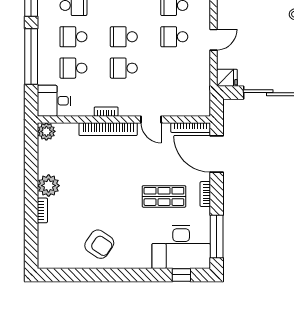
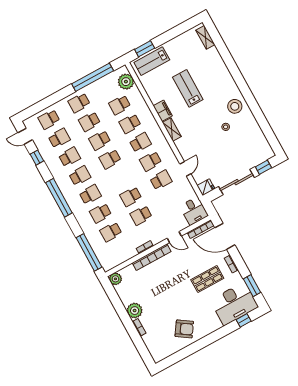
school desk: (174, 37) -> (161, 180), turned 180
window: (31, 56) -> (89, 252), moved
desk: (54, 101) -> (194, 211), moved, turned -90
window: (217, 236) -> (252, 286), width x0.69

